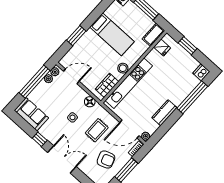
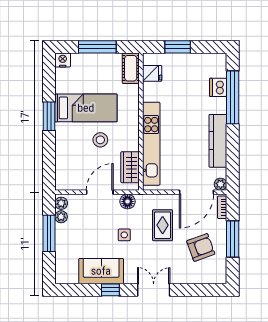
window: (76, 36) -> (49, 116), moved
stool: (123, 68) -> (100, 140), moved
dishwasher: (201, 72) -> (218, 87), moved
door: (71, 76) -> (100, 192), moved
window: (34, 82) -> (49, 233), width x0.68
kitchen counter: (164, 113) -> (218, 141), width x1.50
sofa: (31, 114) -> (101, 271), moved
double door: (62, 159) -> (154, 290), width x0.73

